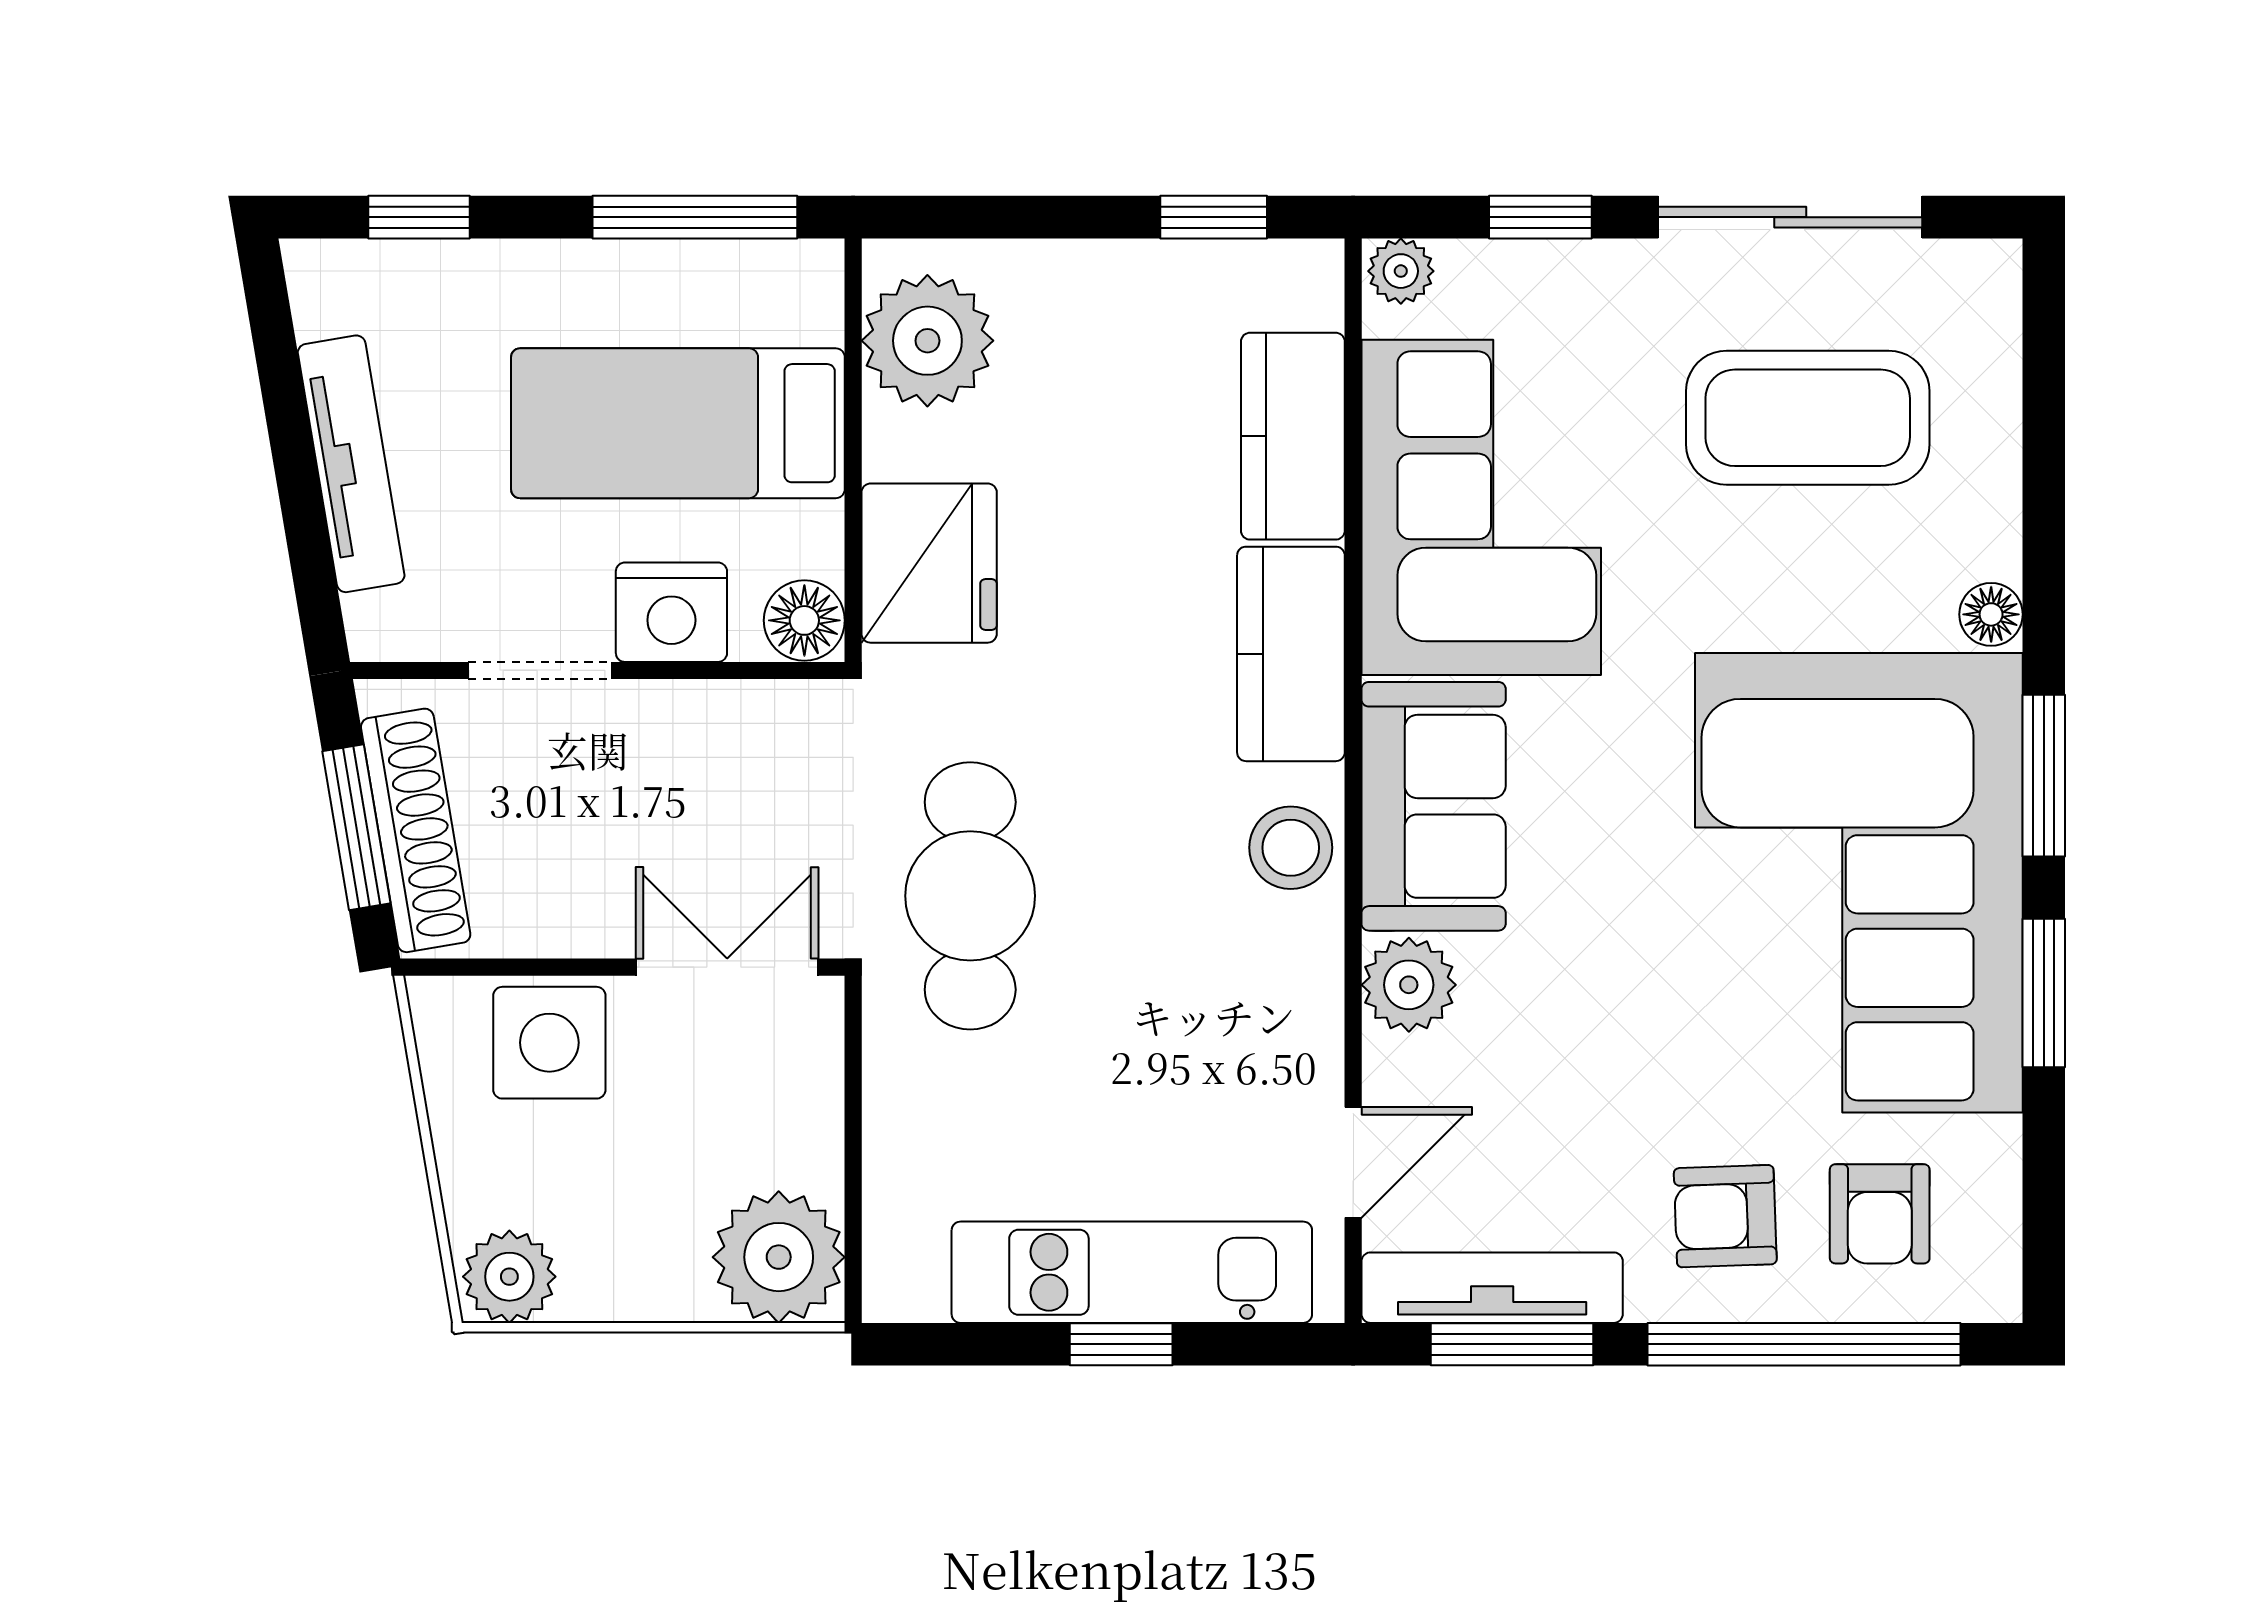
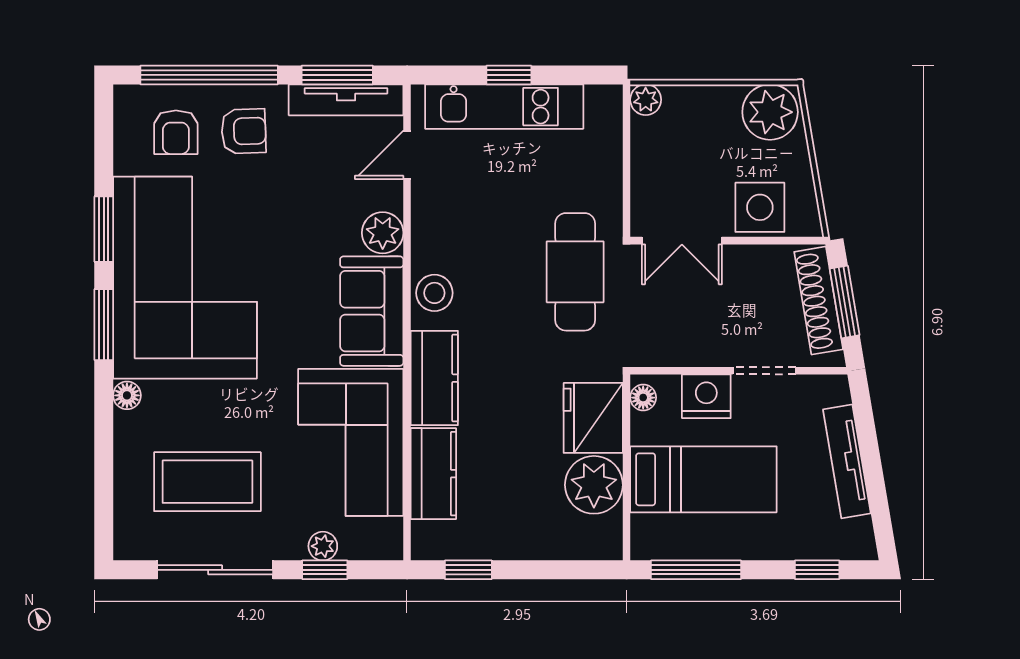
plant: (1401, 271) -> (323, 546), moved
plant: (927, 341) -> (594, 485), moved
floor lamp: (804, 620) -> (643, 398), width x0.73, depth x0.73
armchair: (1880, 1214) -> (176, 132), turned 180
plant: (779, 1257) -> (646, 100), width x0.53, depth x0.53
plant: (509, 1277) -> (770, 112), width x1.36, depth x1.36

